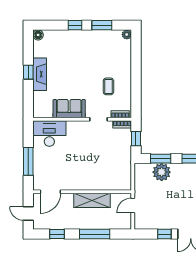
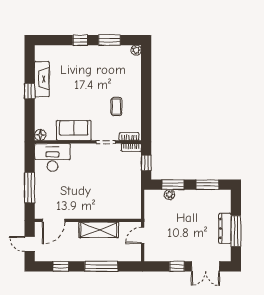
floor lamp: (38, 35) -> (40, 135), moved
fireplace: (40, 74) -> (42, 79), moved
plant: (162, 172) -> (169, 195), width x0.53, depth x0.53

